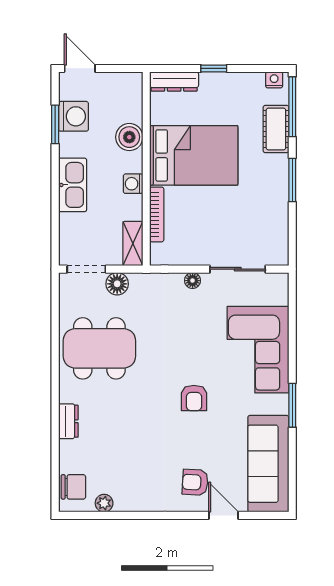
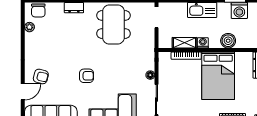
shelving: (133, 244) -> (184, 43), moved
floor lamp: (117, 284) -> (149, 34), removed
armchair: (194, 398) -> (87, 76), turned 180
armchair: (195, 482) -> (41, 76), turned 101

